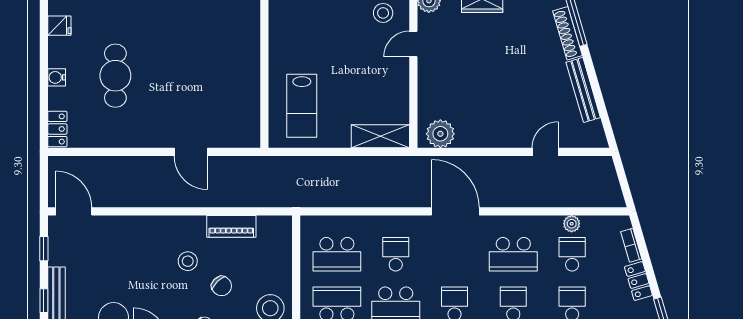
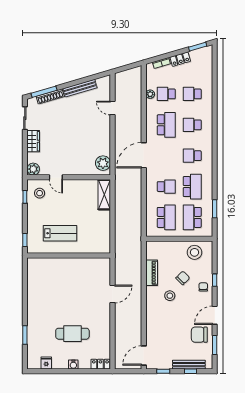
lab bench: (302, 106) -> (60, 233), moved
school desk: (396, 254) -> (166, 187), turned 180

